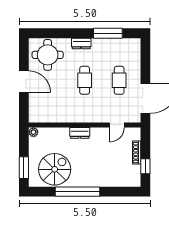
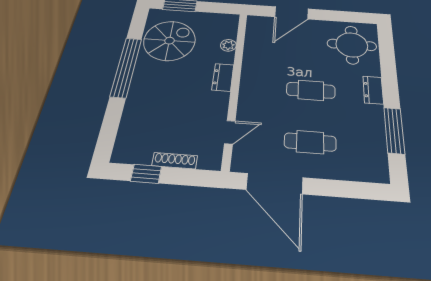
door: (24, 82) -> (291, 13), moved
door: (117, 125) -> (230, 132), swing flipped
plant: (33, 132) -> (228, 45), moved
spiral stairs: (55, 169) -> (169, 41), turned -90

